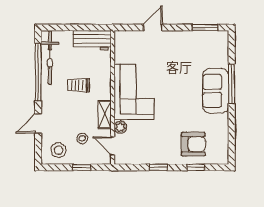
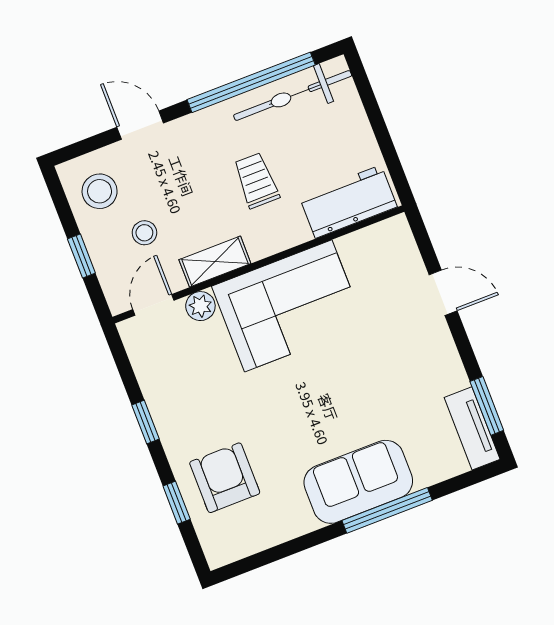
tv unit: (212, 37) -> (472, 428), added
workbench: (92, 40) -> (348, 202), moved, turned 90
armchair: (193, 144) -> (225, 478), turned 180

